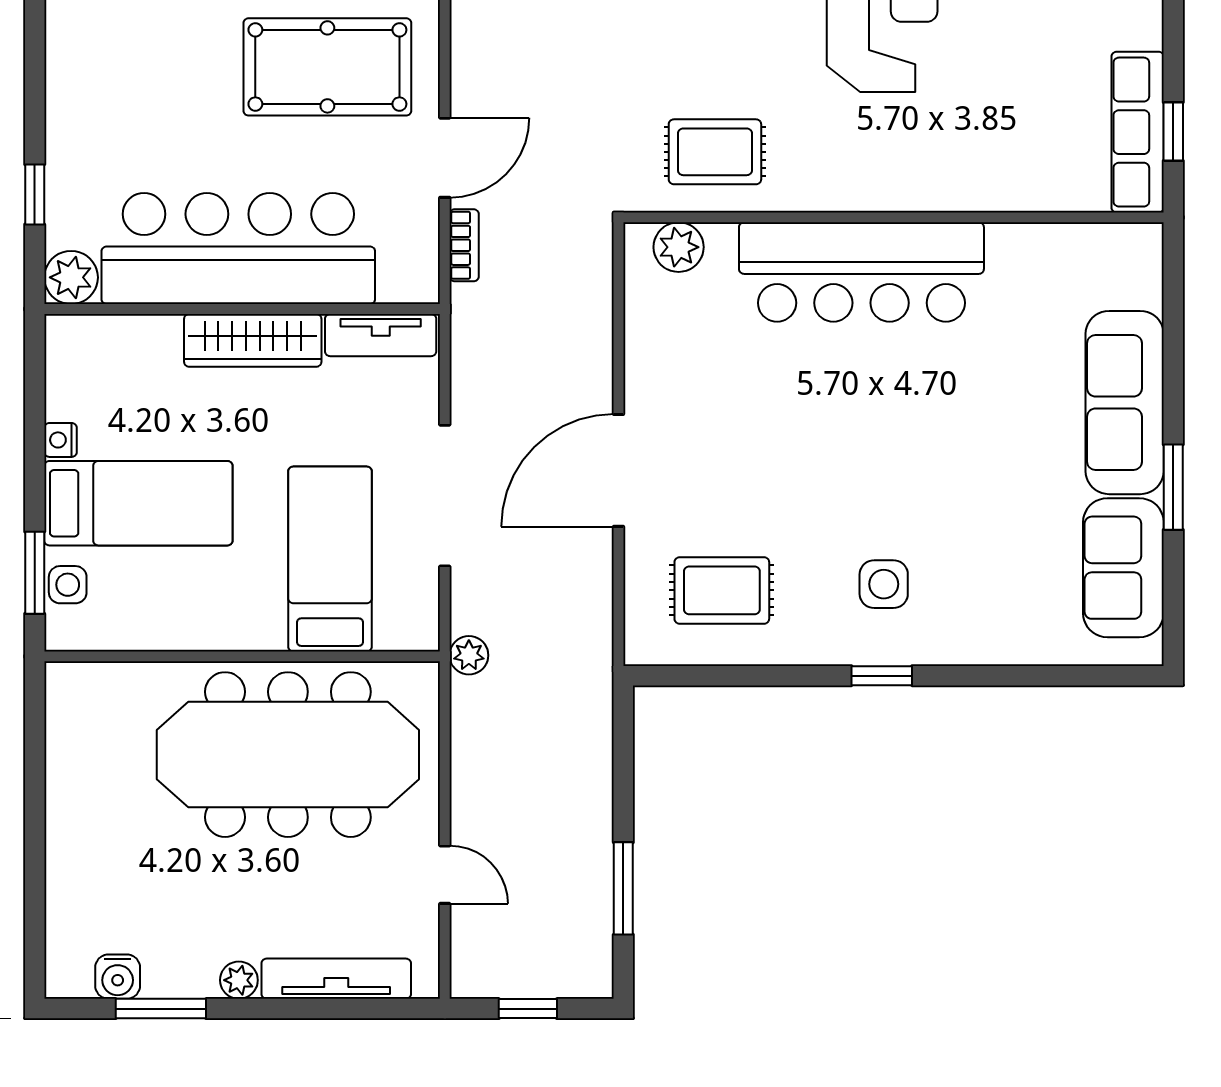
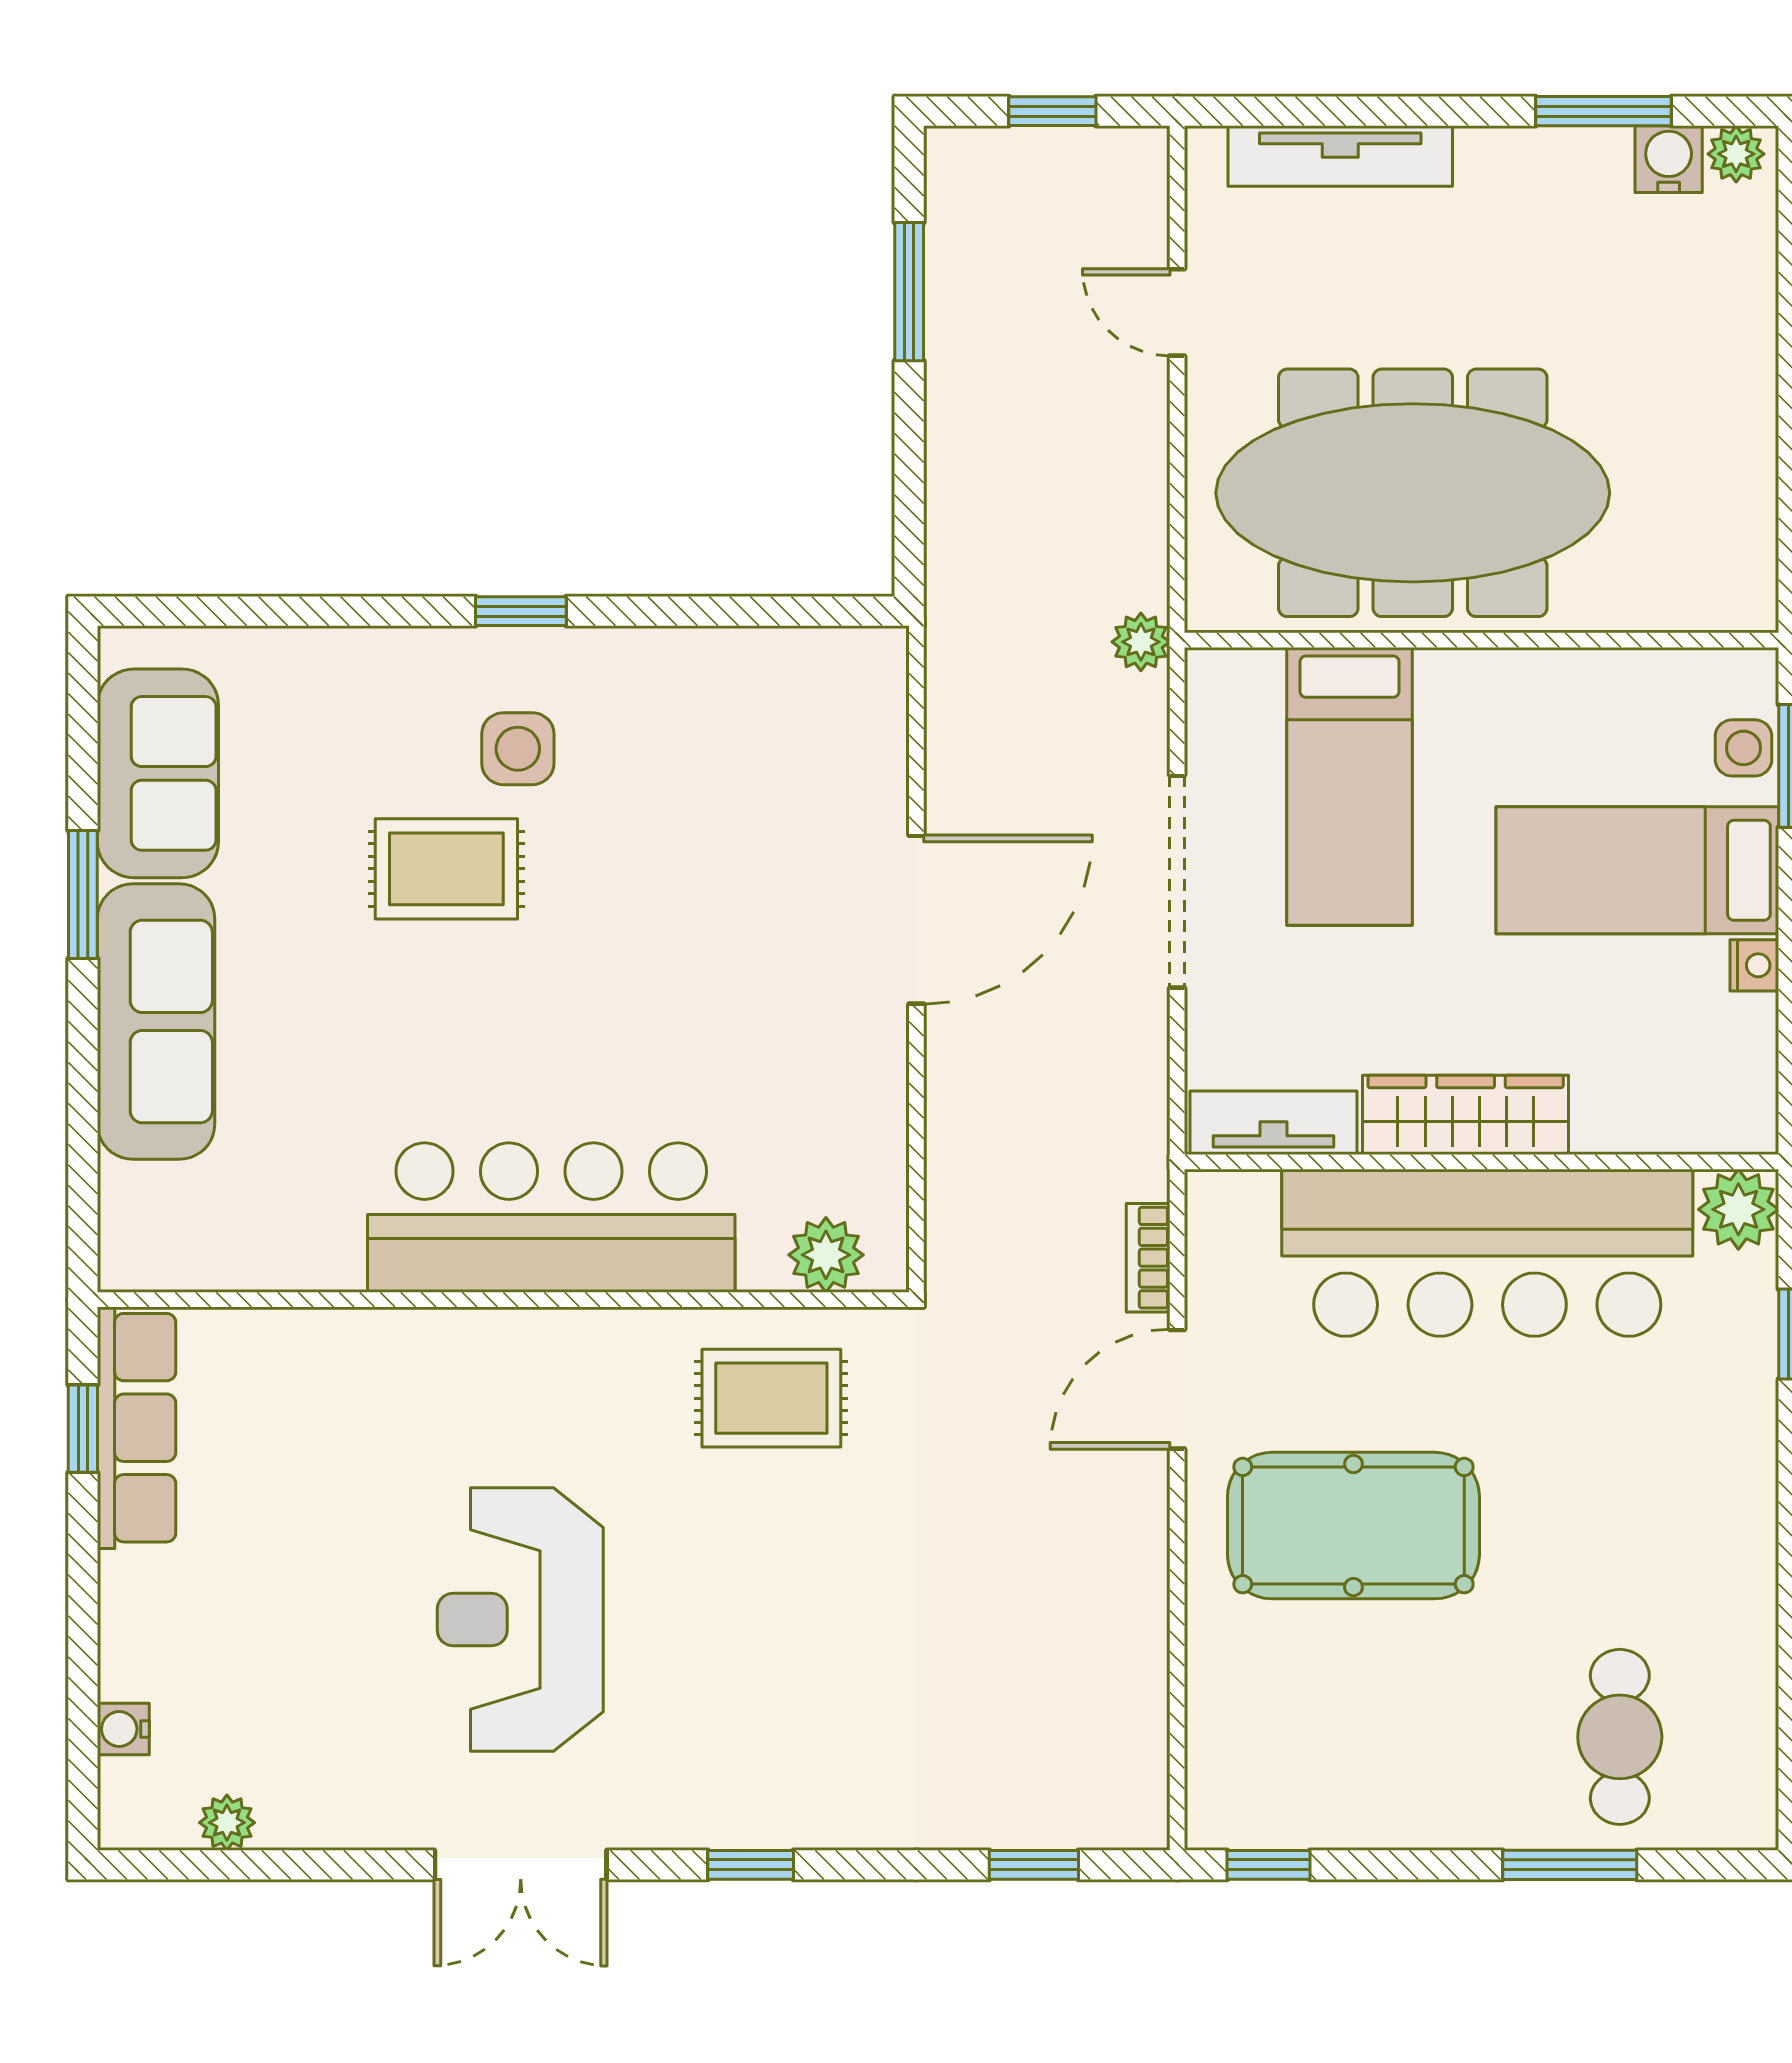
rug: (722, 590) -> (446, 869), moved
plant: (239, 980) -> (1736, 154), moved

